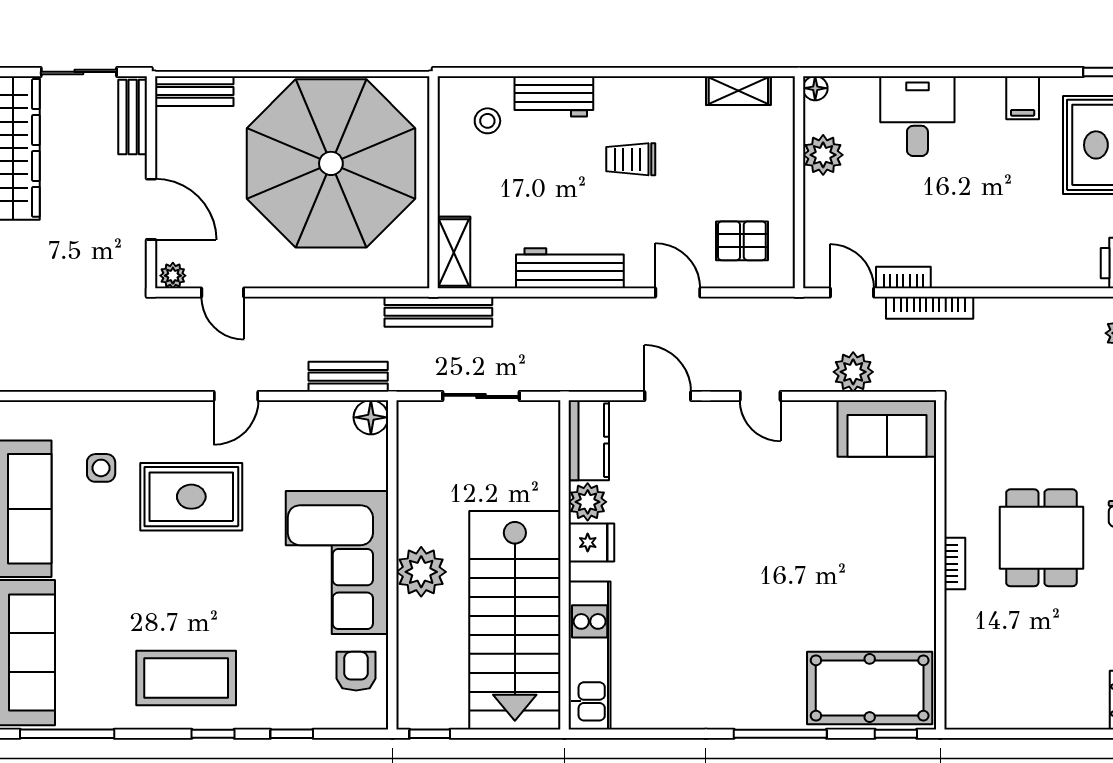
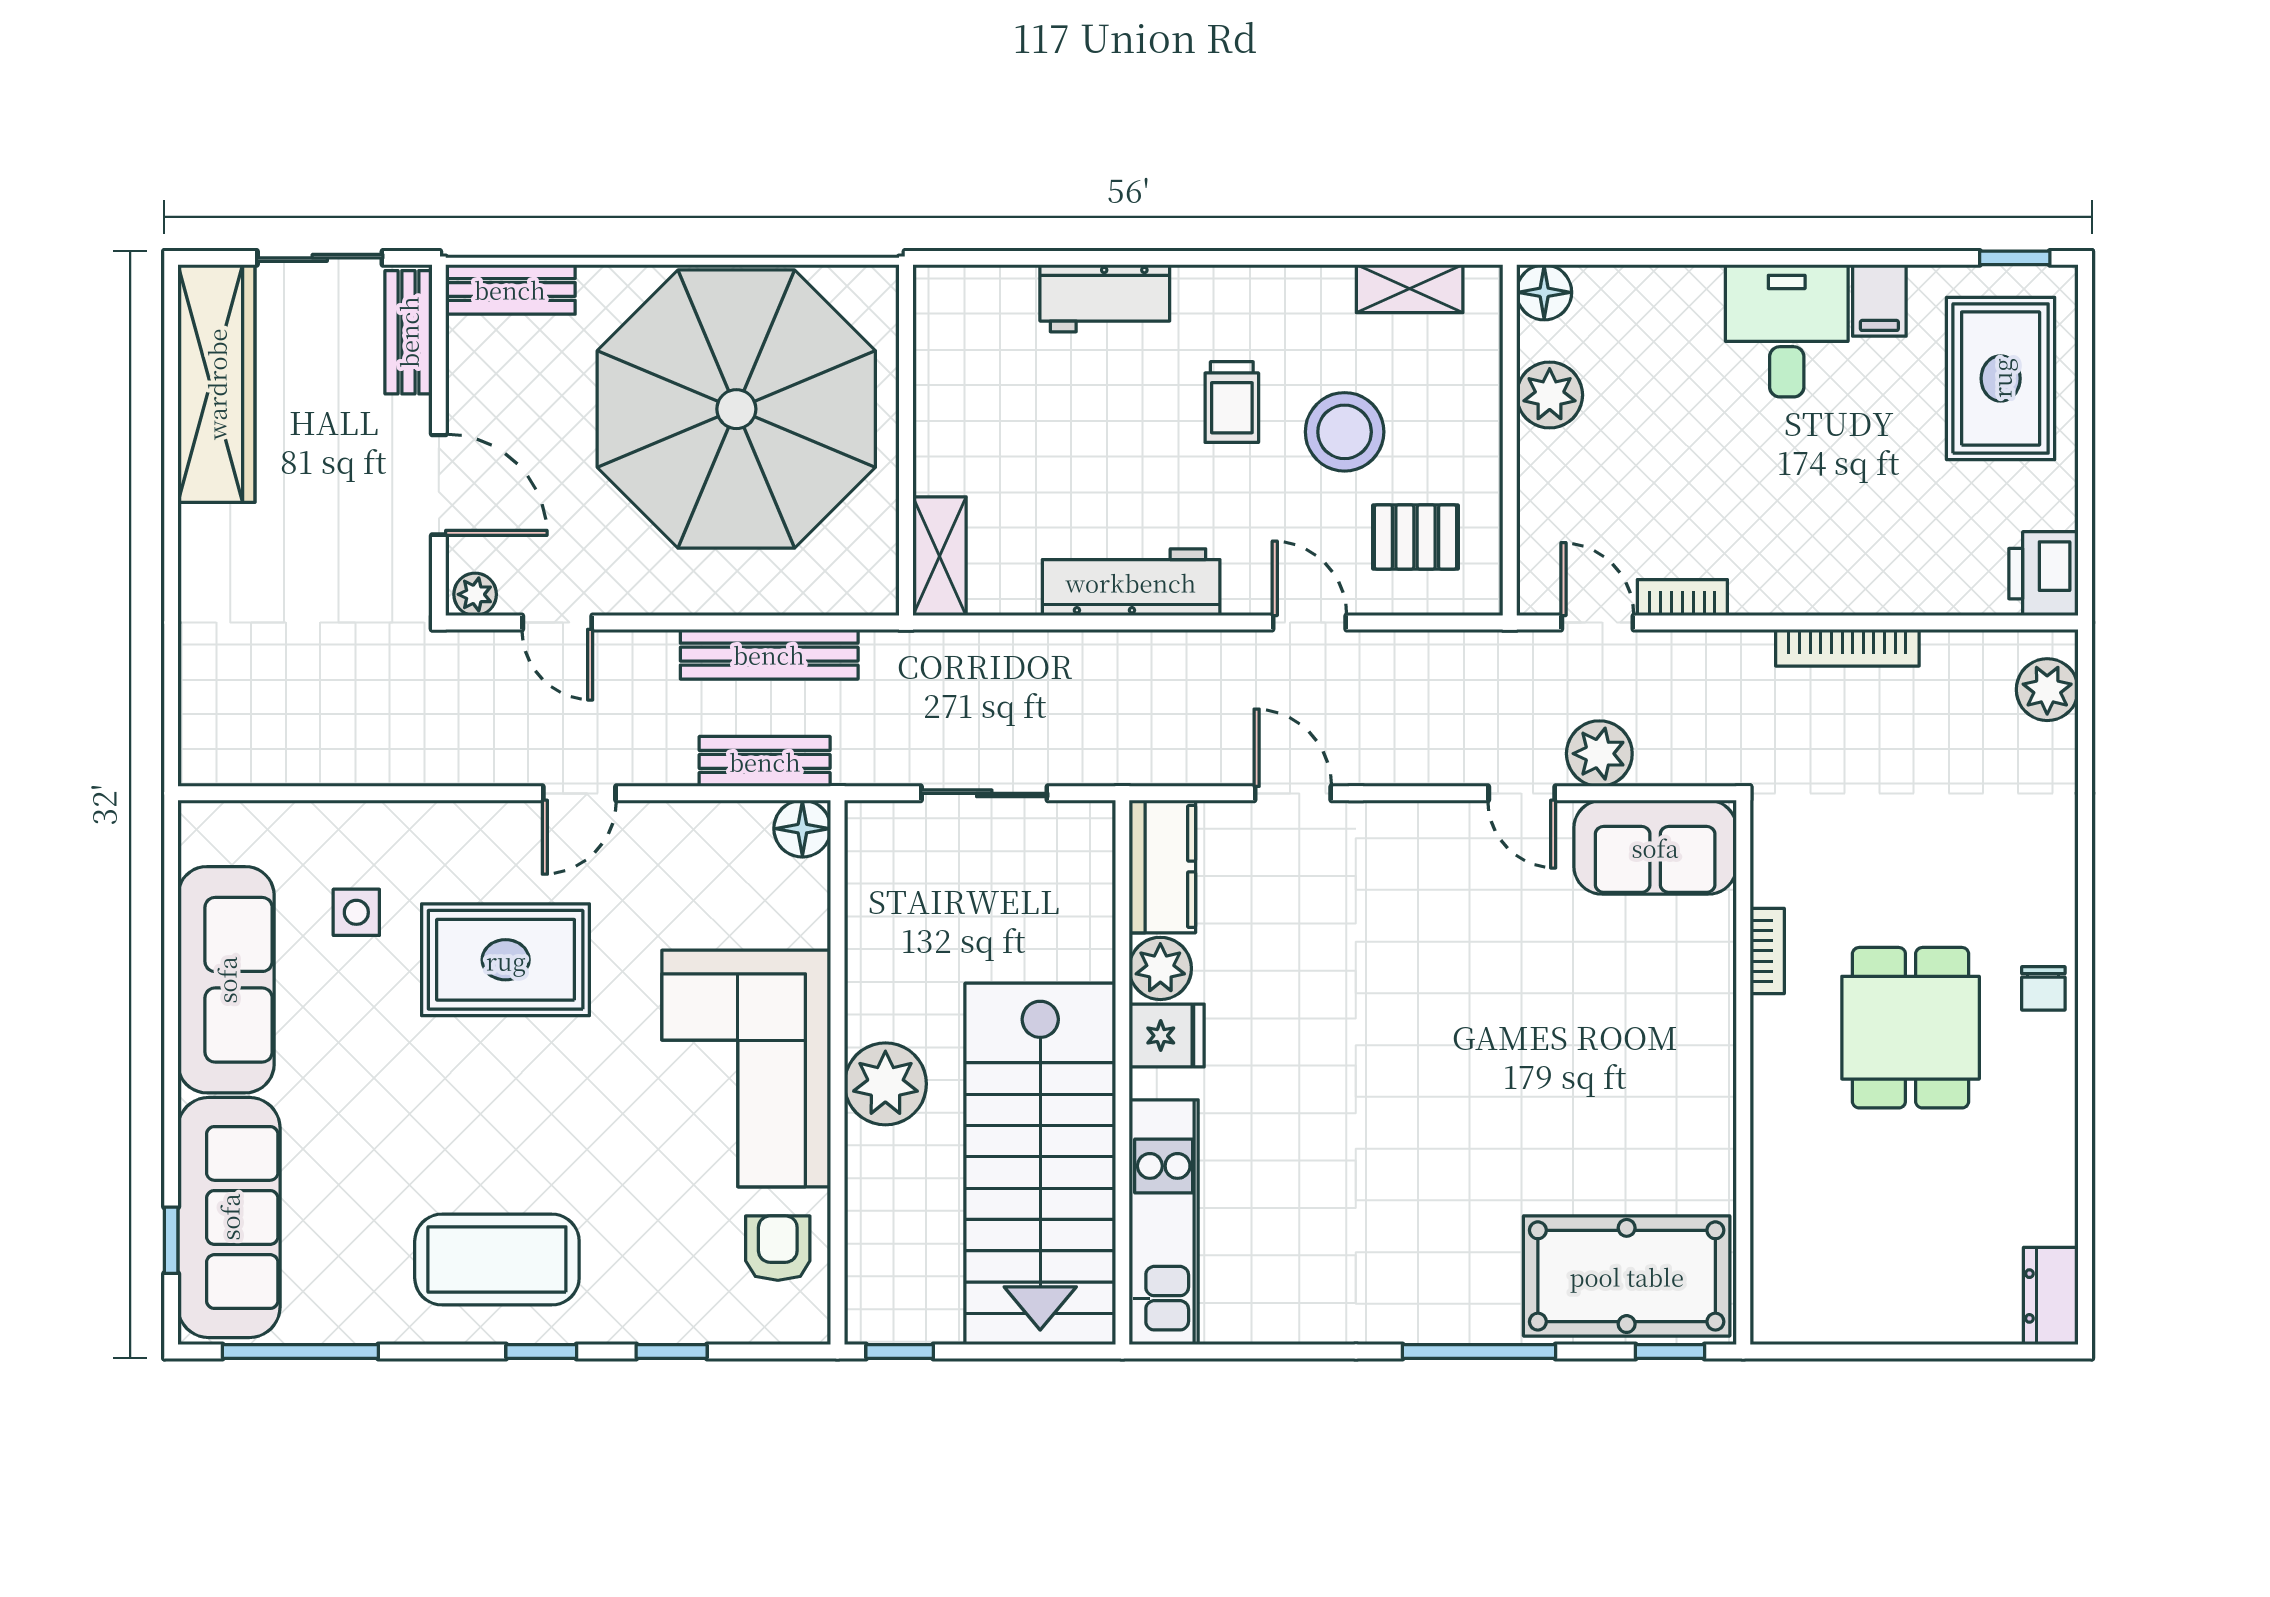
floor lamp: (815, 88) -> (1544, 292), width x1.37, depth x1.37
desk: (917, 116) -> (1787, 331), moved
stool: (487, 121) -> (1345, 432), moved, width x1.89, depth x1.89
trolley: (631, 159) -> (1232, 402), turned -90
bookcase: (930, 308) -> (1847, 648), moved
bench: (438, 312) -> (769, 654), moved
door: (760, 396) -> (1522, 793), moved
bookcase: (955, 564) -> (1767, 951), moved

